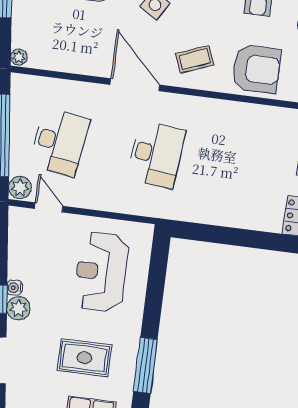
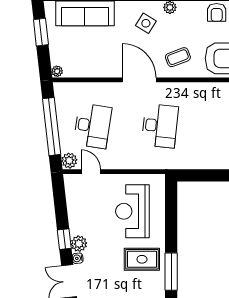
water cooler: (15, 288) -> (78, 258), moved
rug: (84, 358) -> (142, 259), moved

